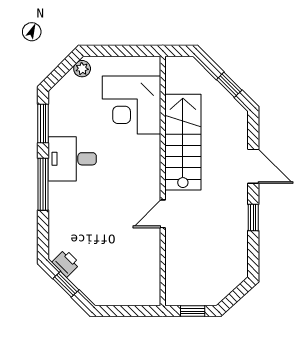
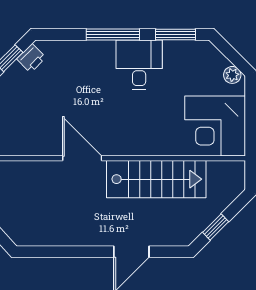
corner desk: (131, 105) -> (215, 126), moved, turned -90
door: (163, 214) -> (82, 158), width x1.38
window: (253, 217) -> (78, 252), removed

